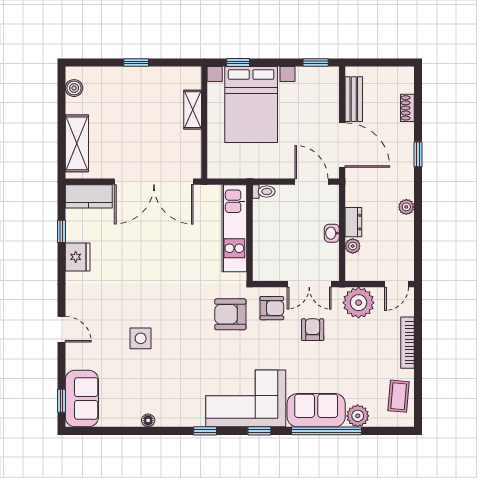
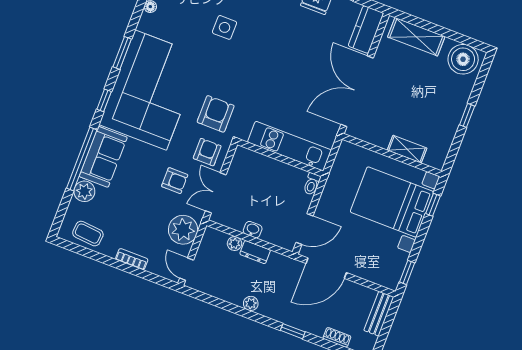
boiler: (74, 88) -> (463, 59), width x1.86, depth x1.86
bench: (354, 99) -> (379, 314), moved, turned 90
armchair: (272, 308) -> (207, 152), turned 180
bookcase: (407, 343) -> (132, 259), width x0.64
corner sofa: (246, 398) -> (151, 90), width x1.36, depth x1.36
window: (205, 431) -> (122, 53), width x1.50

